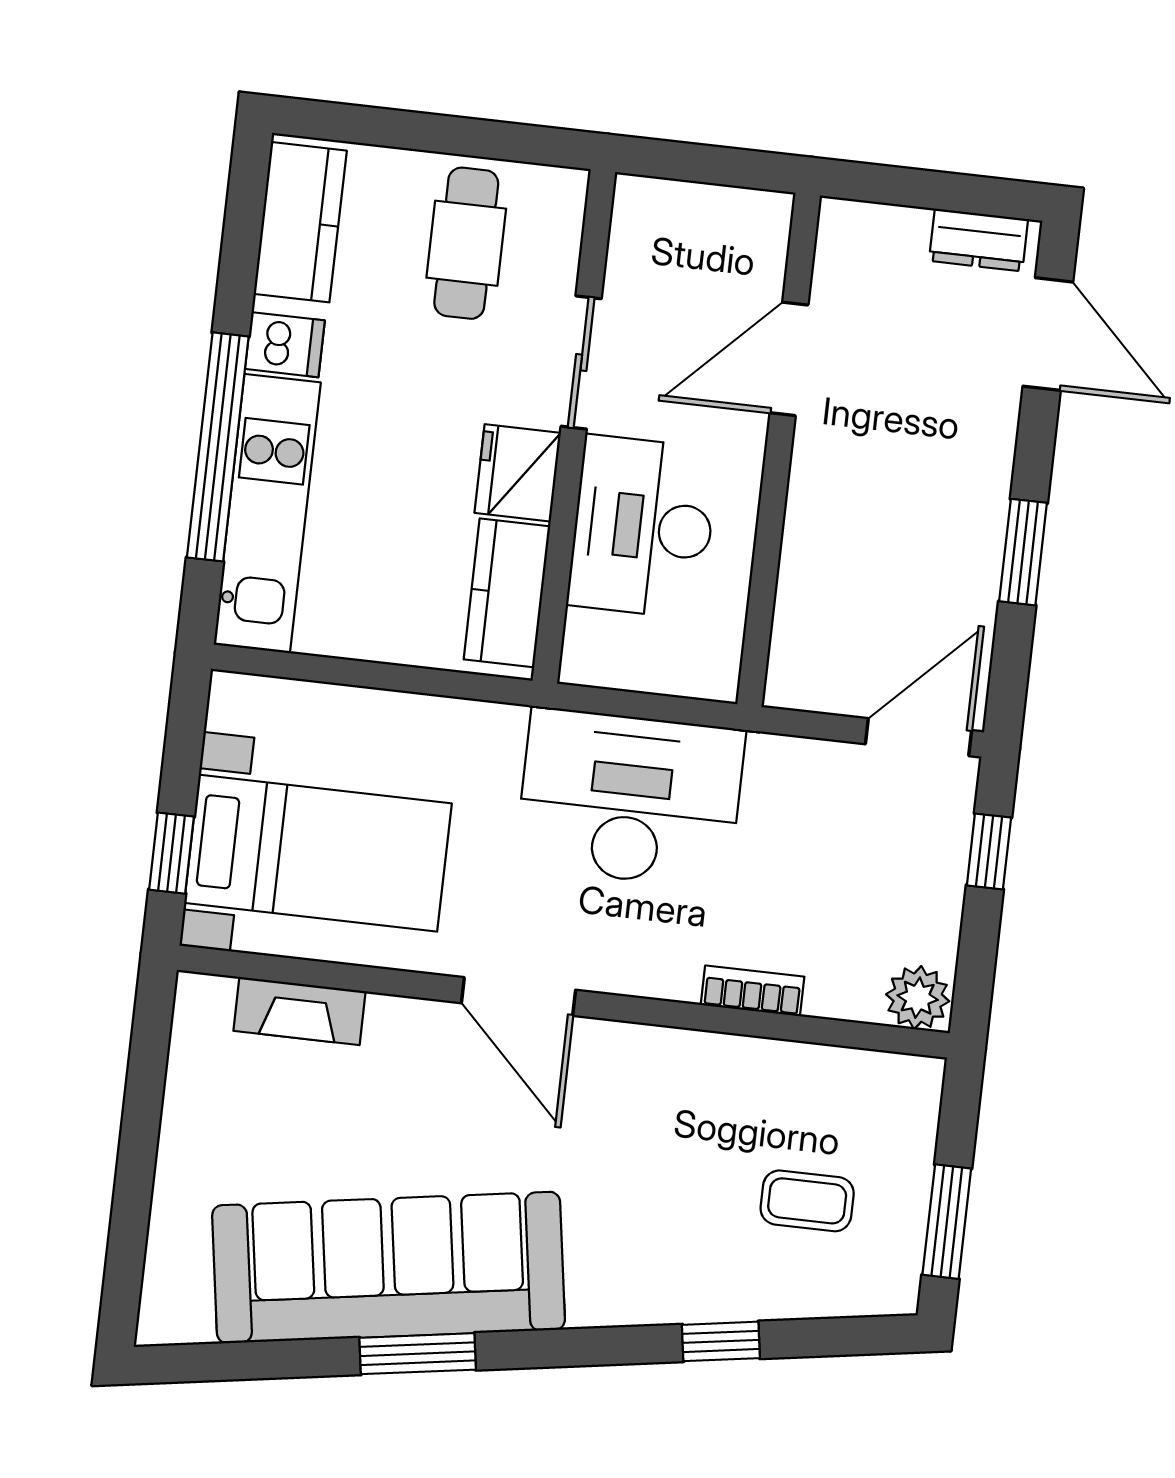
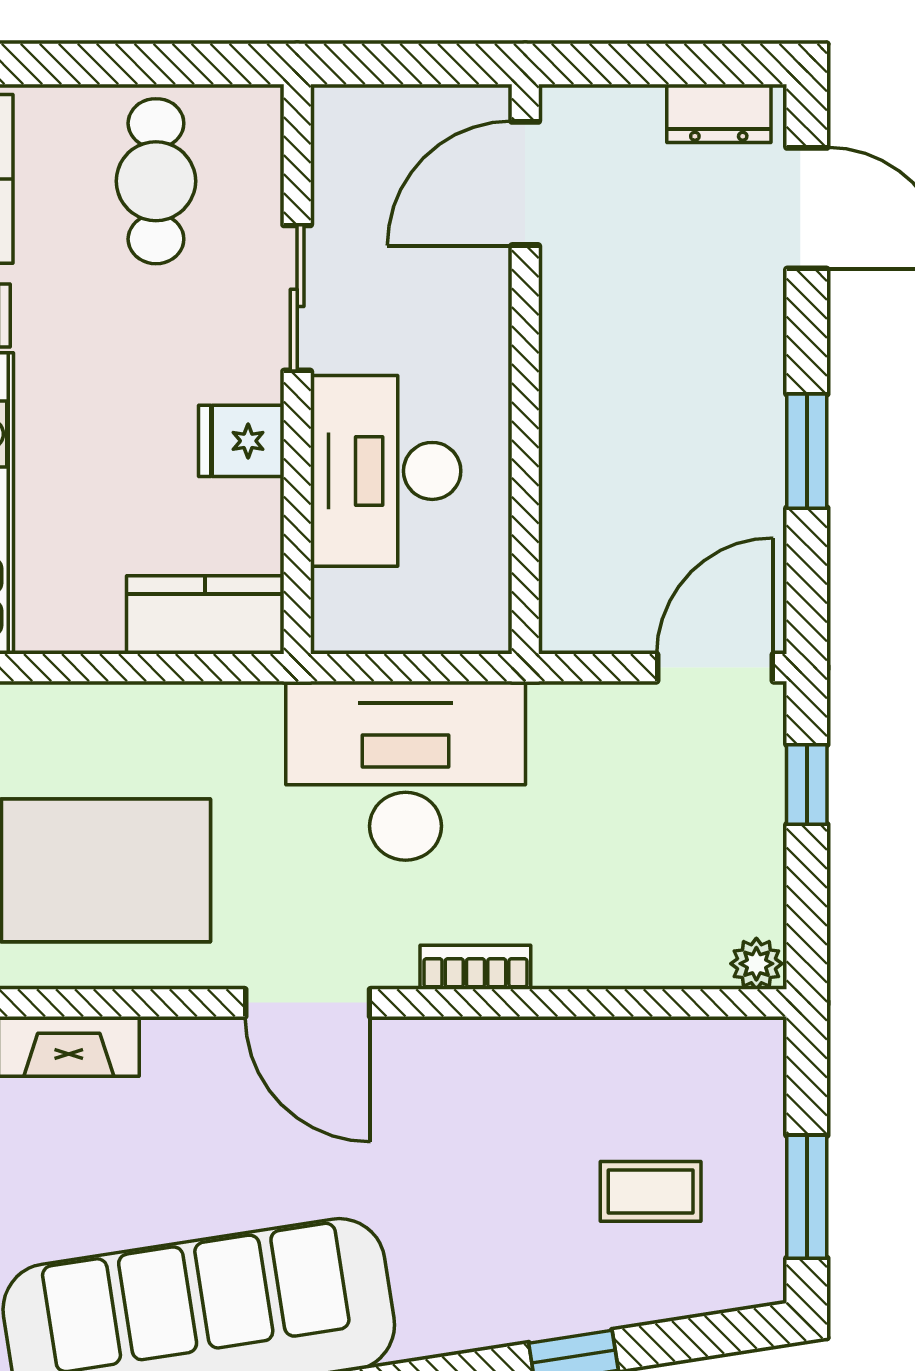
door: (789, 359) -> (525, 183), moved
fridge: (518, 473) -> (241, 441), width x0.72
kitchen counter: (507, 593) -> (205, 615), moved, turned 90
bookcase: (753, 991) -> (475, 967), moved
plant: (918, 998) -> (756, 964), width x0.73, depth x0.73

